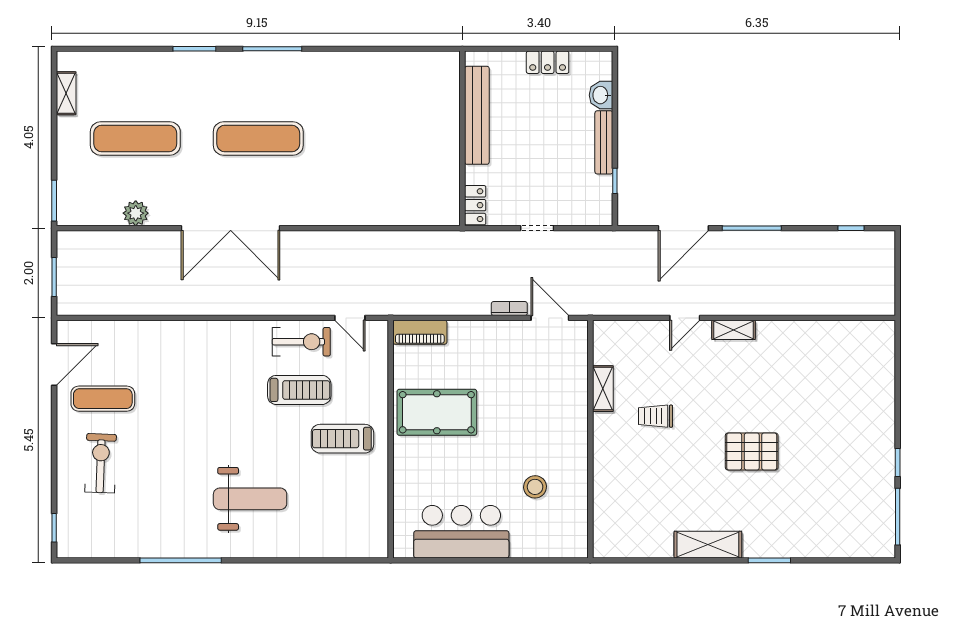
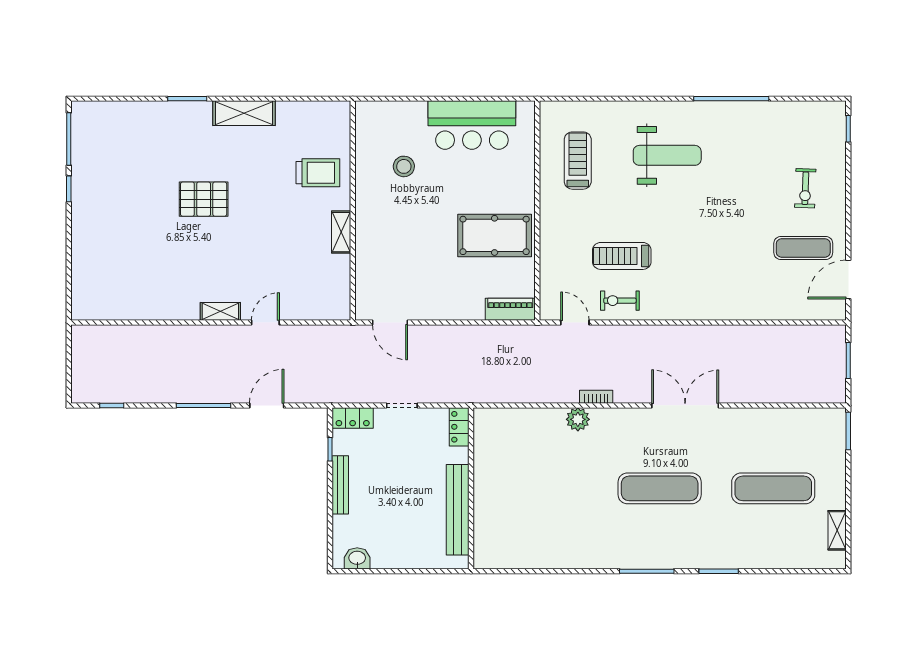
locker: (548, 62) -> (353, 418), moved, turned 180
washbasin: (601, 95) -> (357, 558), moved, turned -90
plant: (136, 213) -> (578, 419), moved
double door: (231, 228) -> (685, 405), width x0.73
door: (683, 228) -> (267, 405), width x0.73
bookcase: (509, 309) -> (596, 397), moved, turned 180
exercise bike: (301, 342) -> (620, 301), width x0.73, depth x0.72
shelving: (603, 389) -> (341, 232), moved
trolley: (655, 416) -> (318, 173), moved, width x1.36, depth x1.39
treadmill: (342, 439) -> (578, 161), moved, turned -90
exercise bike: (101, 463) -> (805, 188), width x0.73, depth x0.72
weight bench: (250, 499) -> (667, 155), turned 180

